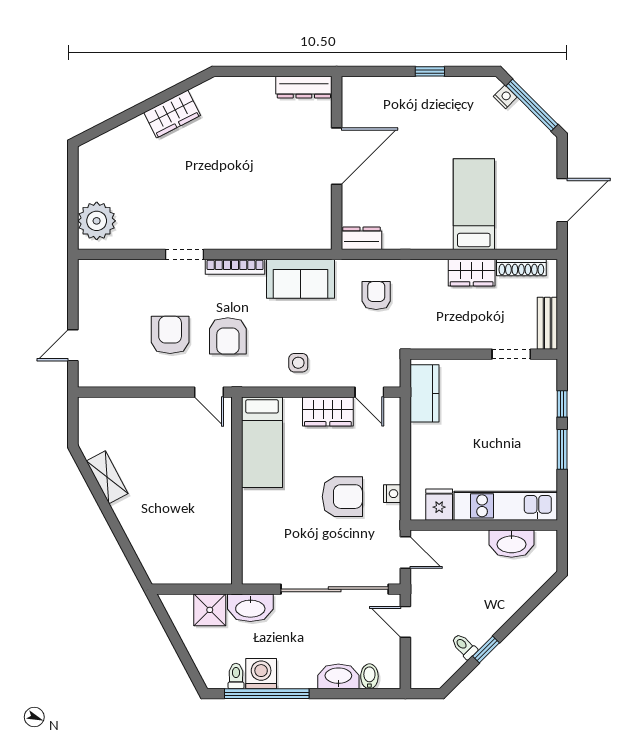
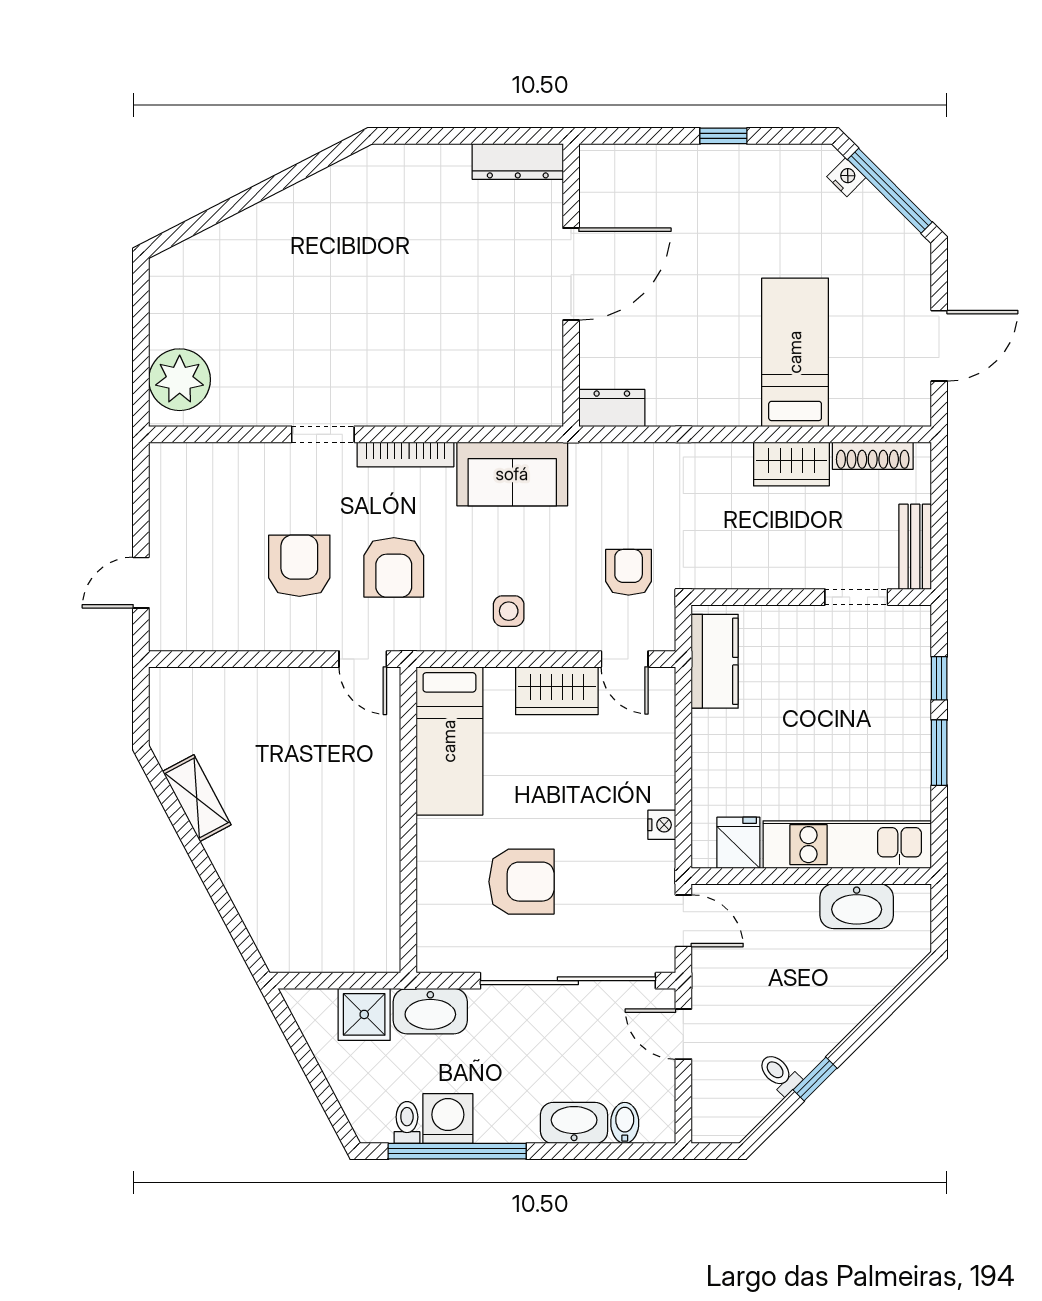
wardrobe: (172, 114) -> (303, 205), removed
armchair: (376, 295) -> (629, 572), moved
armchair: (342, 497) -> (521, 882), moved

